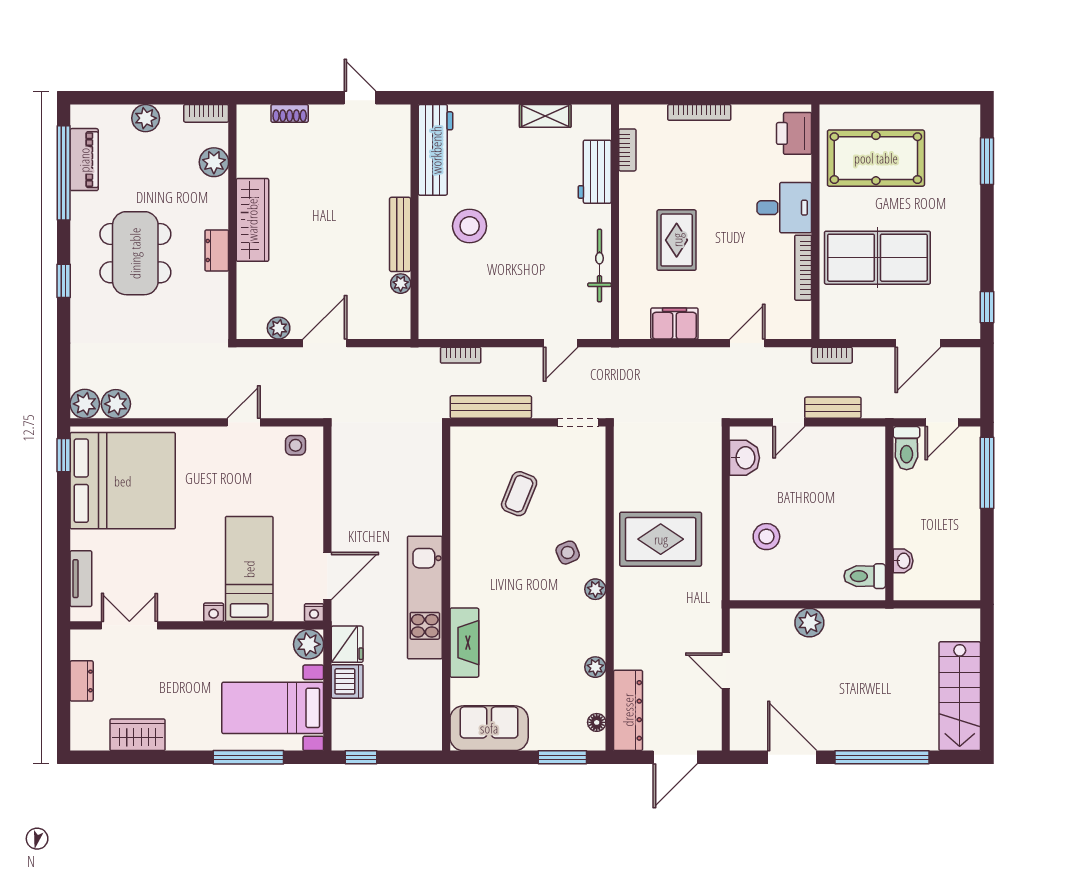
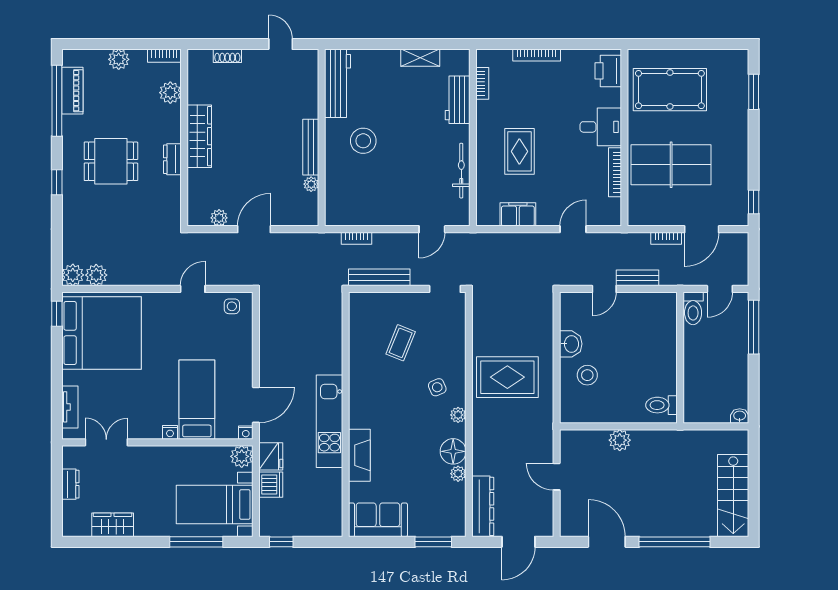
dining table: (135, 253) -> (111, 161), width x0.73
bookcase: (832, 355) -> (666, 238), moved
washbasin: (745, 458) -> (571, 344), moved
washbasin: (903, 561) -> (740, 416), moved, turned -90
floor lamp: (597, 722) -> (453, 451), moved, width x1.89, depth x1.89

